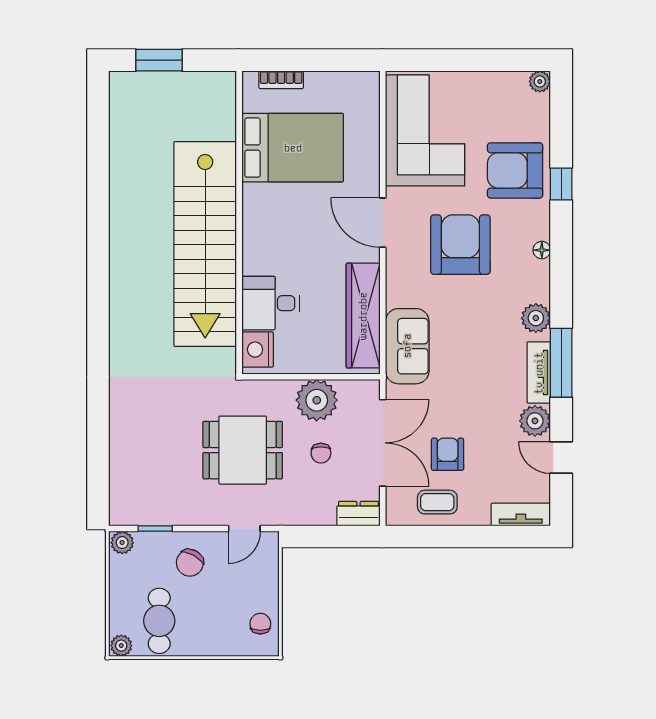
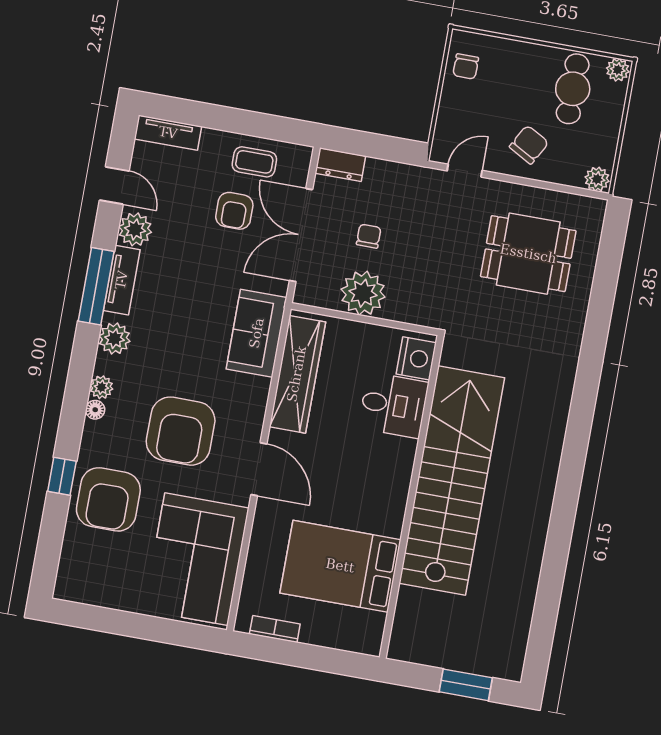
bookcase: (281, 80) -> (275, 629), moved
plant: (540, 81) -> (101, 387), moved
armchair: (515, 170) -> (108, 499), turned 90
dining table: (243, 450) -> (528, 254), moved
window: (155, 529) -> (559, 188), removed

